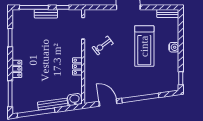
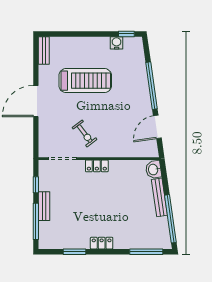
water cooler: (174, 47) -> (117, 43), moved
locker: (77, 66) -> (97, 166), moved
locker: (17, 69) -> (102, 243), moved

